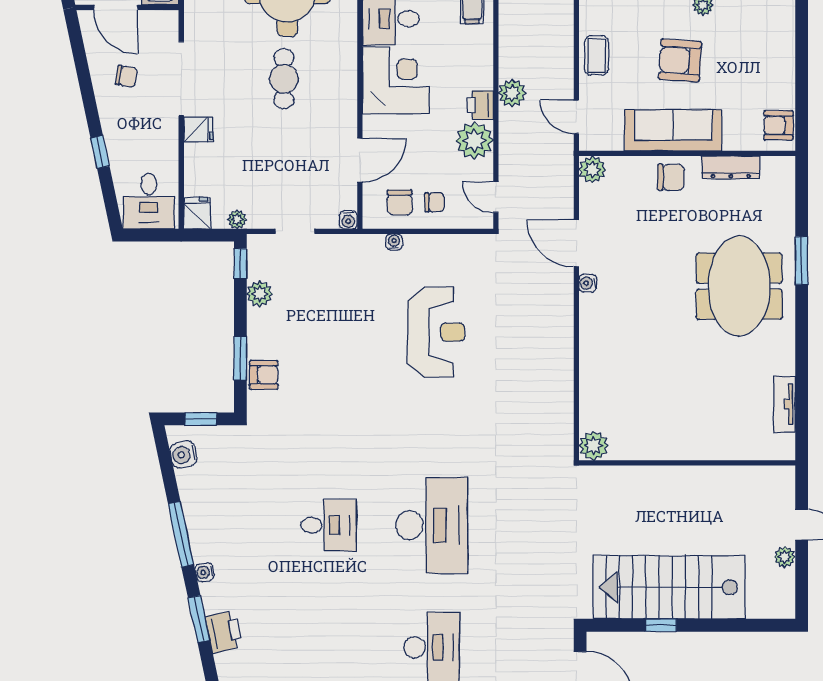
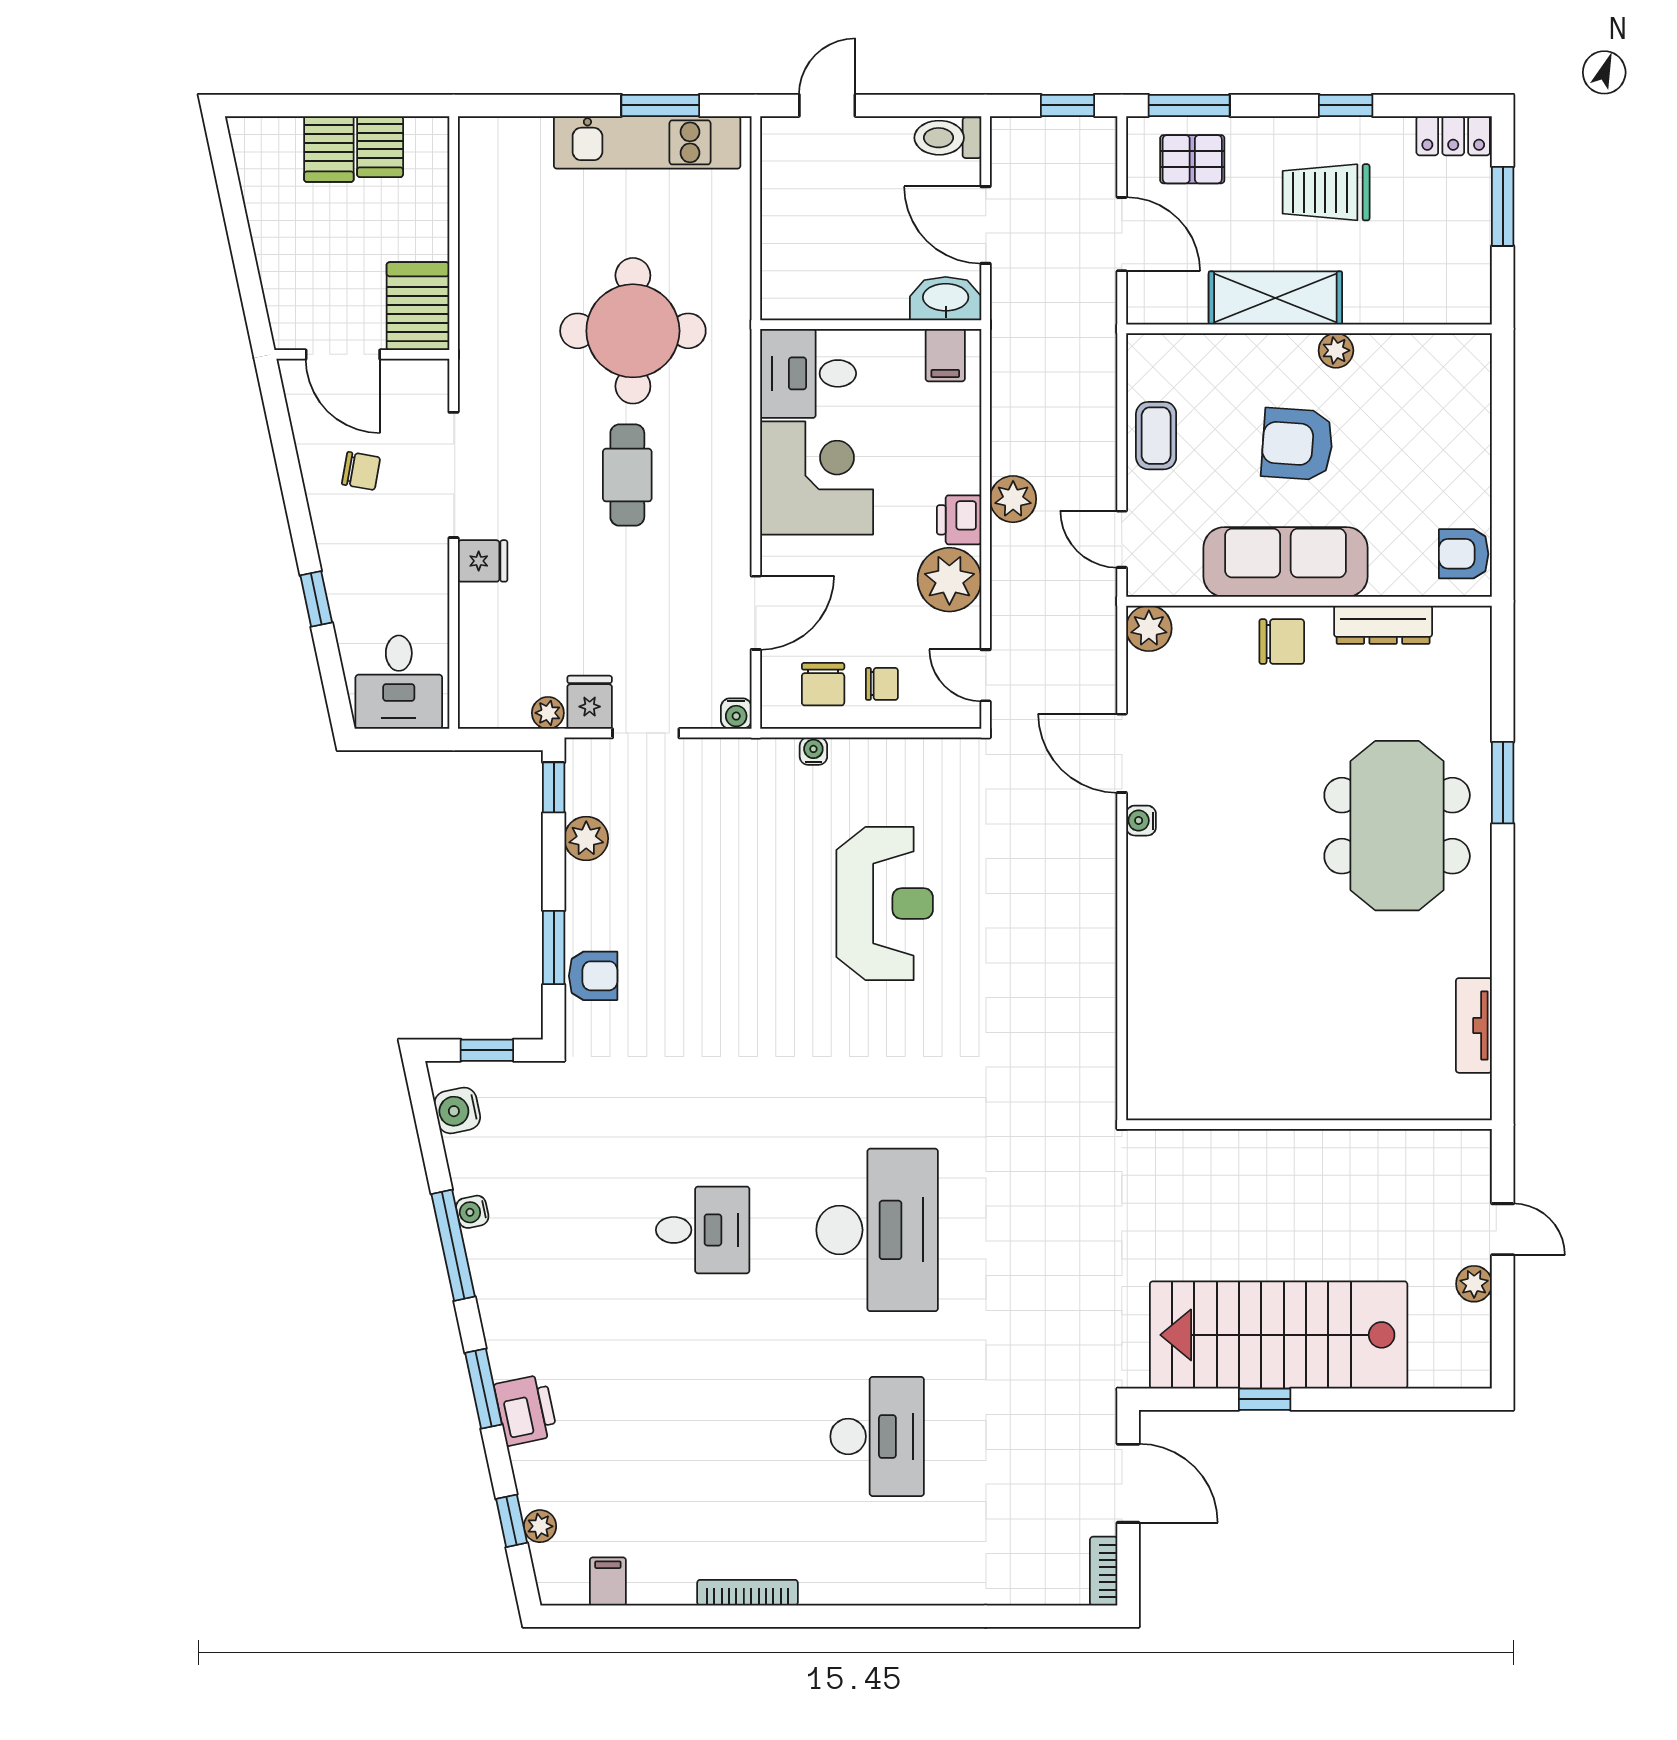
fridge: (197, 213) -> (590, 702), moved
plant: (594, 446) -> (1151, 1096), removed
water cooler: (205, 572) -> (472, 1212), moved

